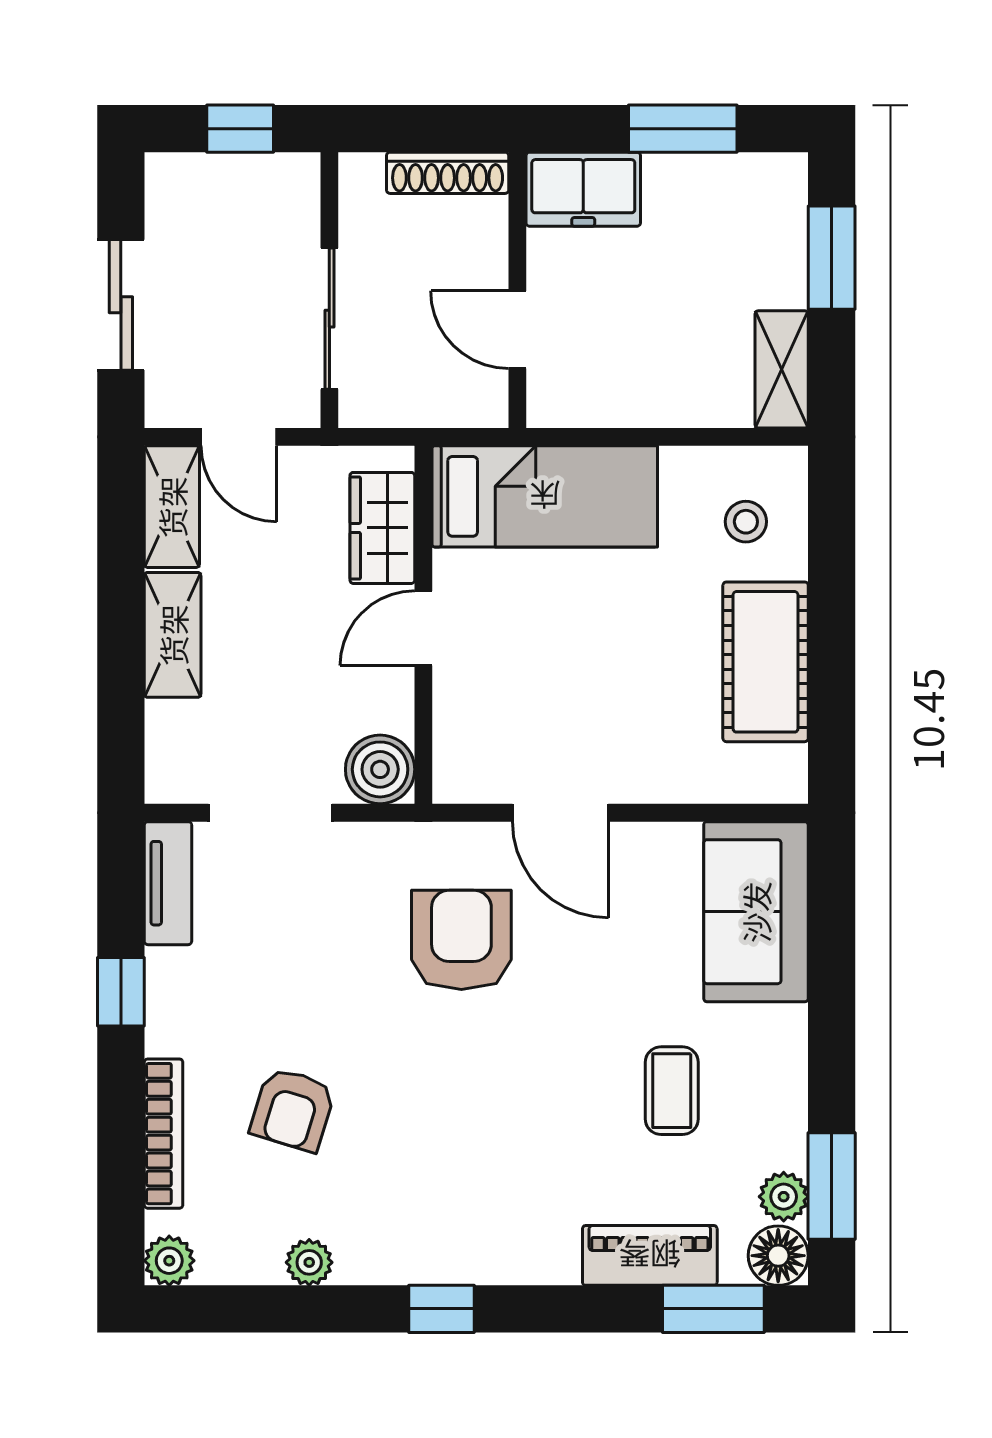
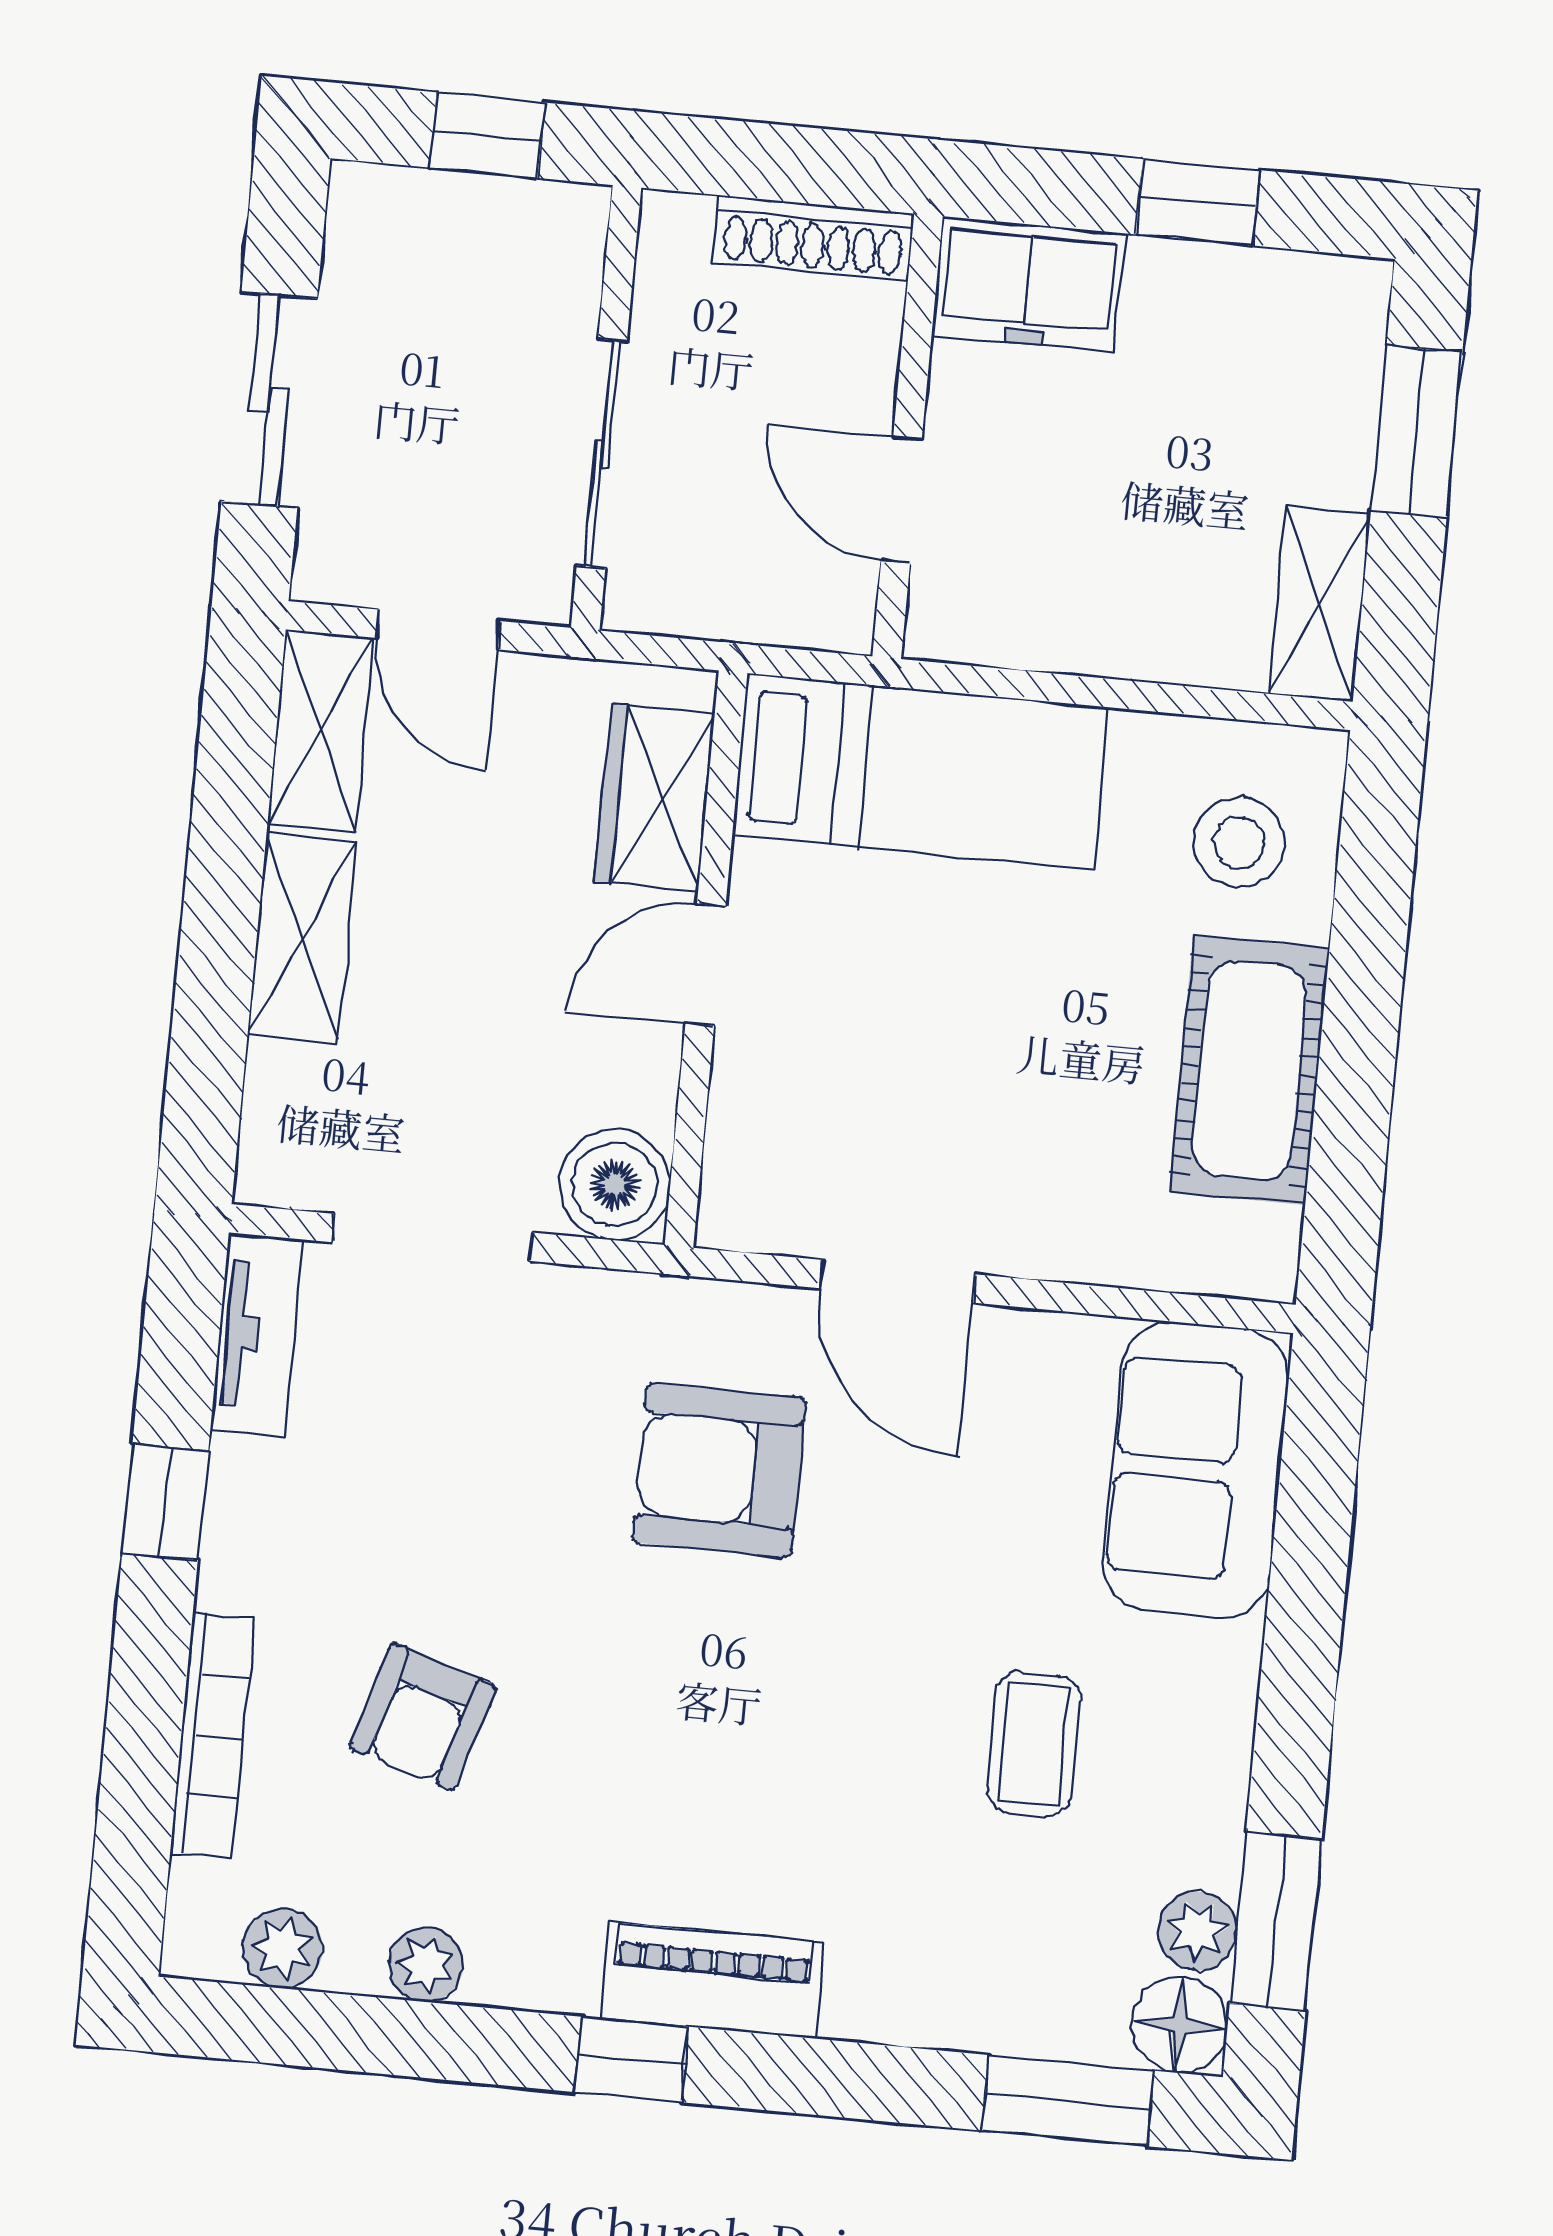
window: (683, 129) -> (1197, 202), width x0.67
stool: (746, 522) -> (1239, 843), width x1.37, depth x1.37
armchair: (461, 940) -> (719, 1470), turned -90
piano: (650, 1255) -> (712, 1980), moved
plant: (169, 1261) -> (283, 1948), moved

